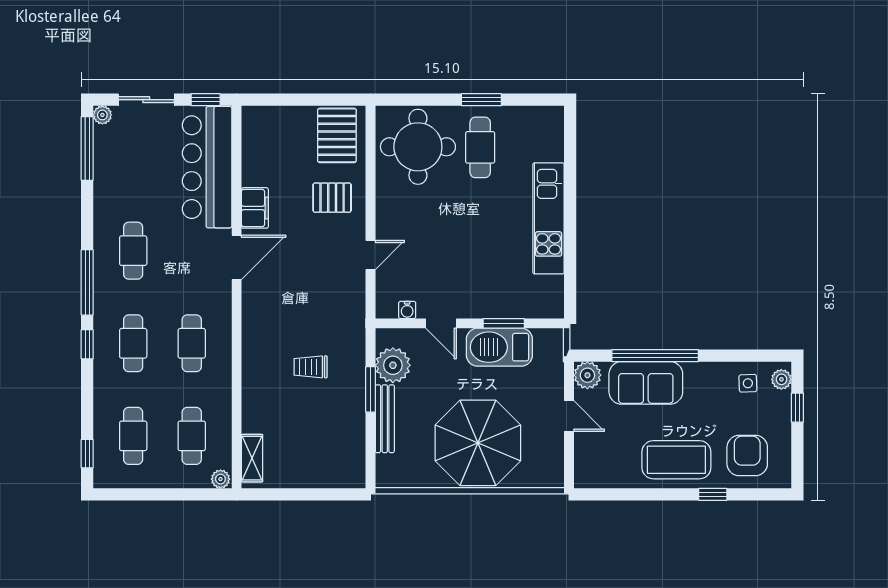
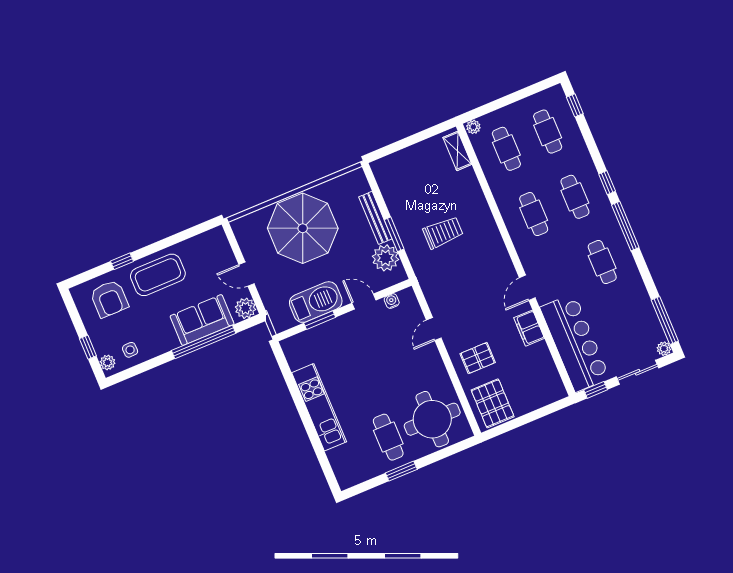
door: (237, 257) -> (527, 288), width x0.73
trolley: (311, 367) -> (443, 232), width x1.36, depth x1.39

